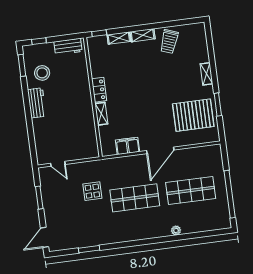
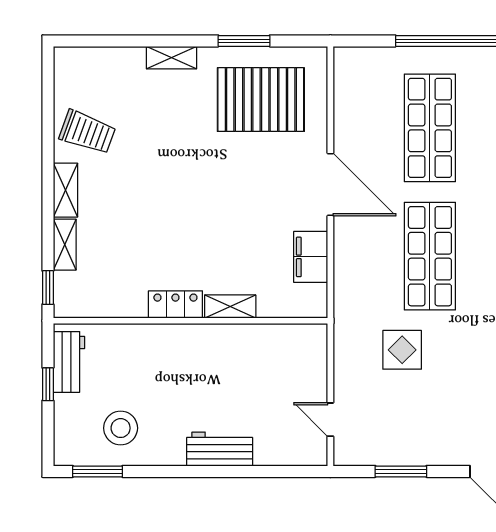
window: (39, 41) -> (48, 384), moved
workbench: (37, 103) -> (220, 449), moved
pallet: (193, 115) -> (261, 100), turned 90
door: (58, 164) -> (330, 420), swing flipped

